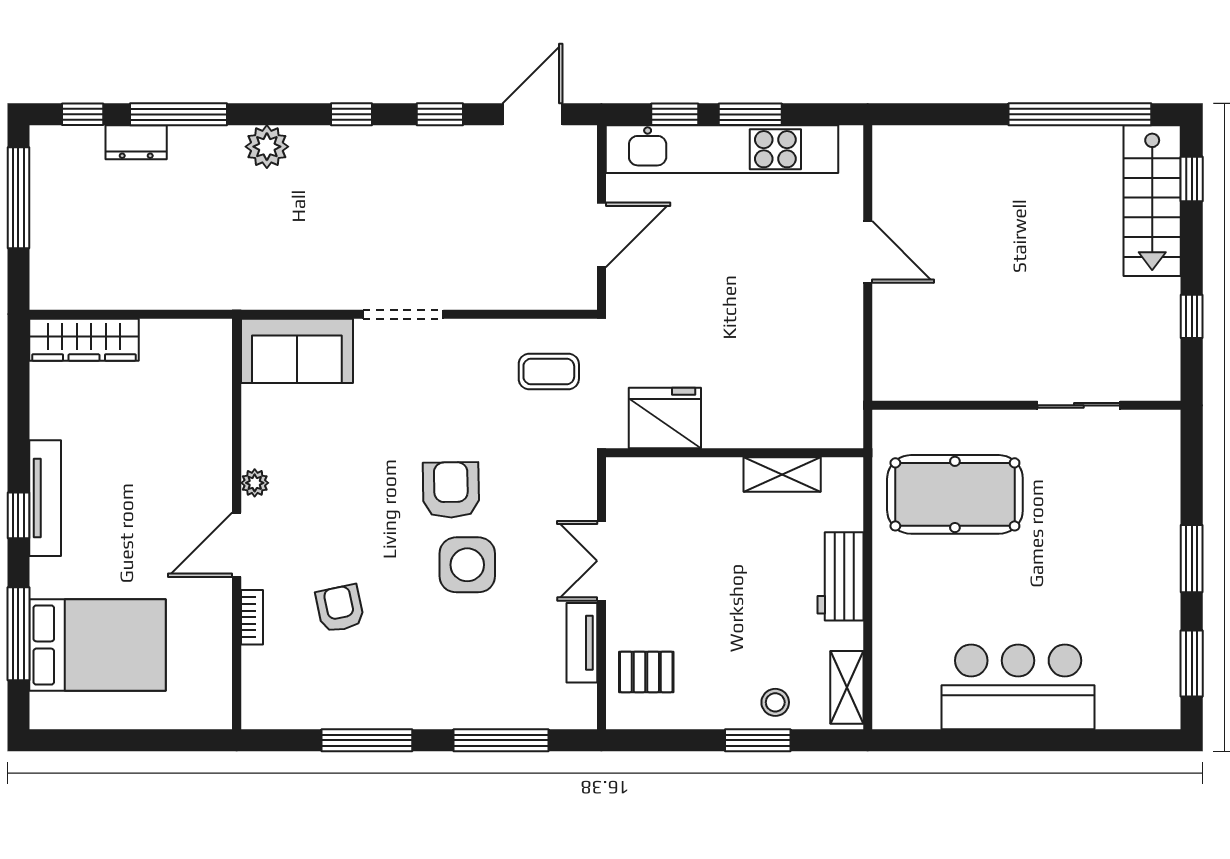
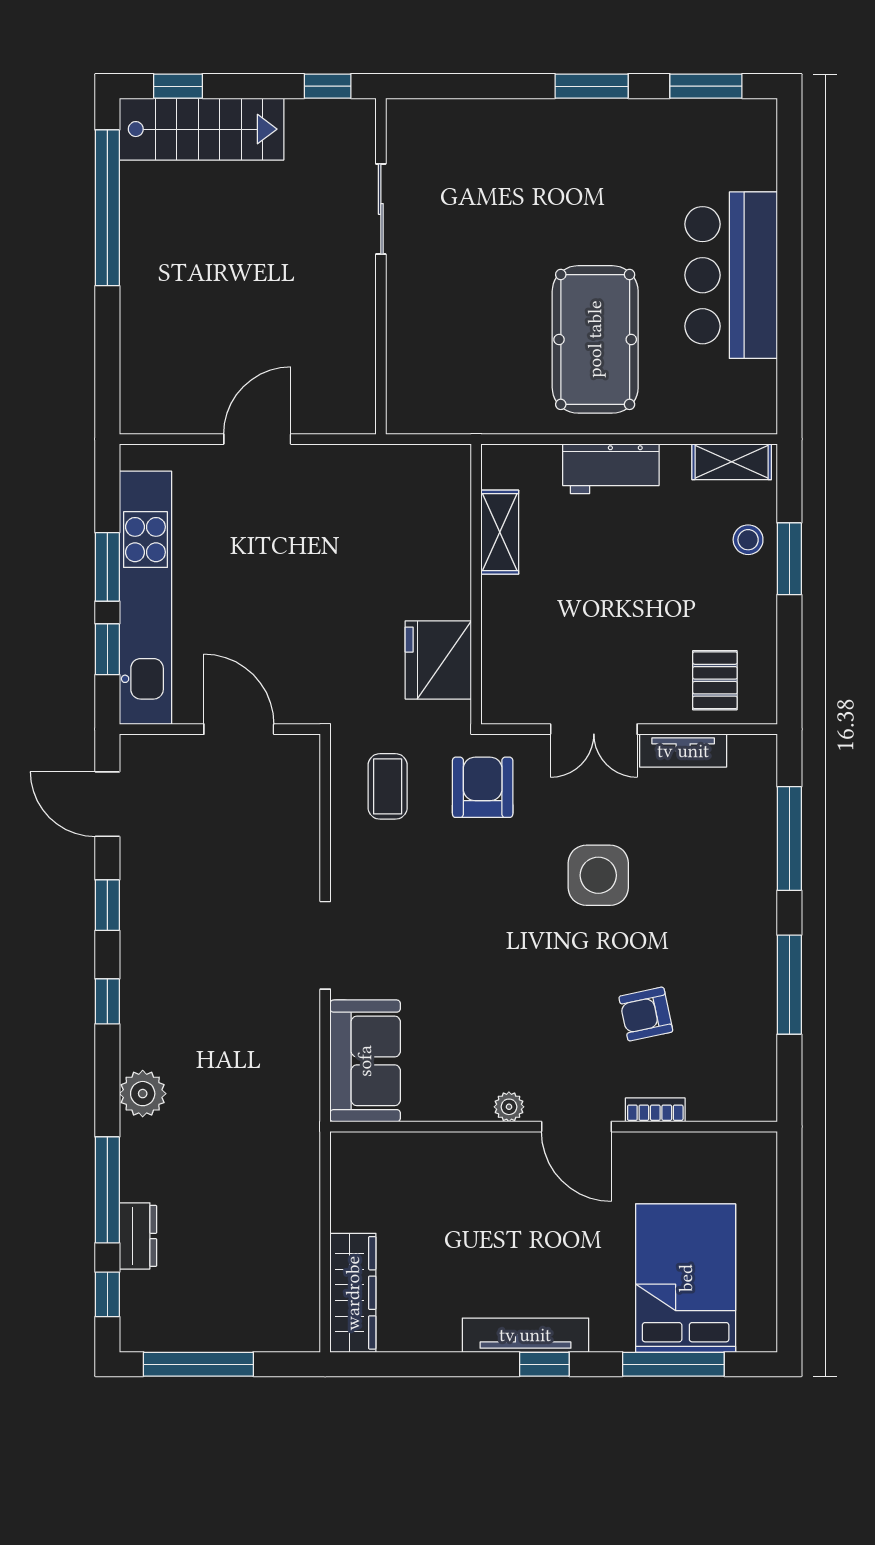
wall: (1026, 405) -> (381, 266), moved
sliding door: (1079, 405) -> (381, 209), moved
armchair: (451, 490) -> (483, 787), moved, turned 91
pool table: (955, 494) -> (595, 339), moved

